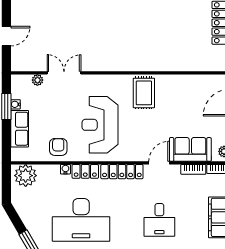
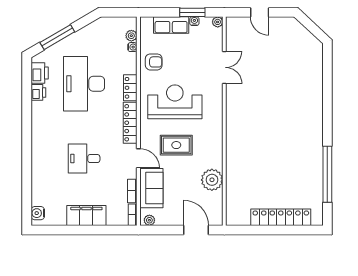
plant: (37, 80) -> (218, 22), moved
plant: (182, 86) -> (212, 180), added
rug: (144, 93) -> (176, 145), moved
water cooler: (65, 169) -> (132, 47), moved
plant: (26, 176) -> (131, 36), width x0.53, depth x0.53

